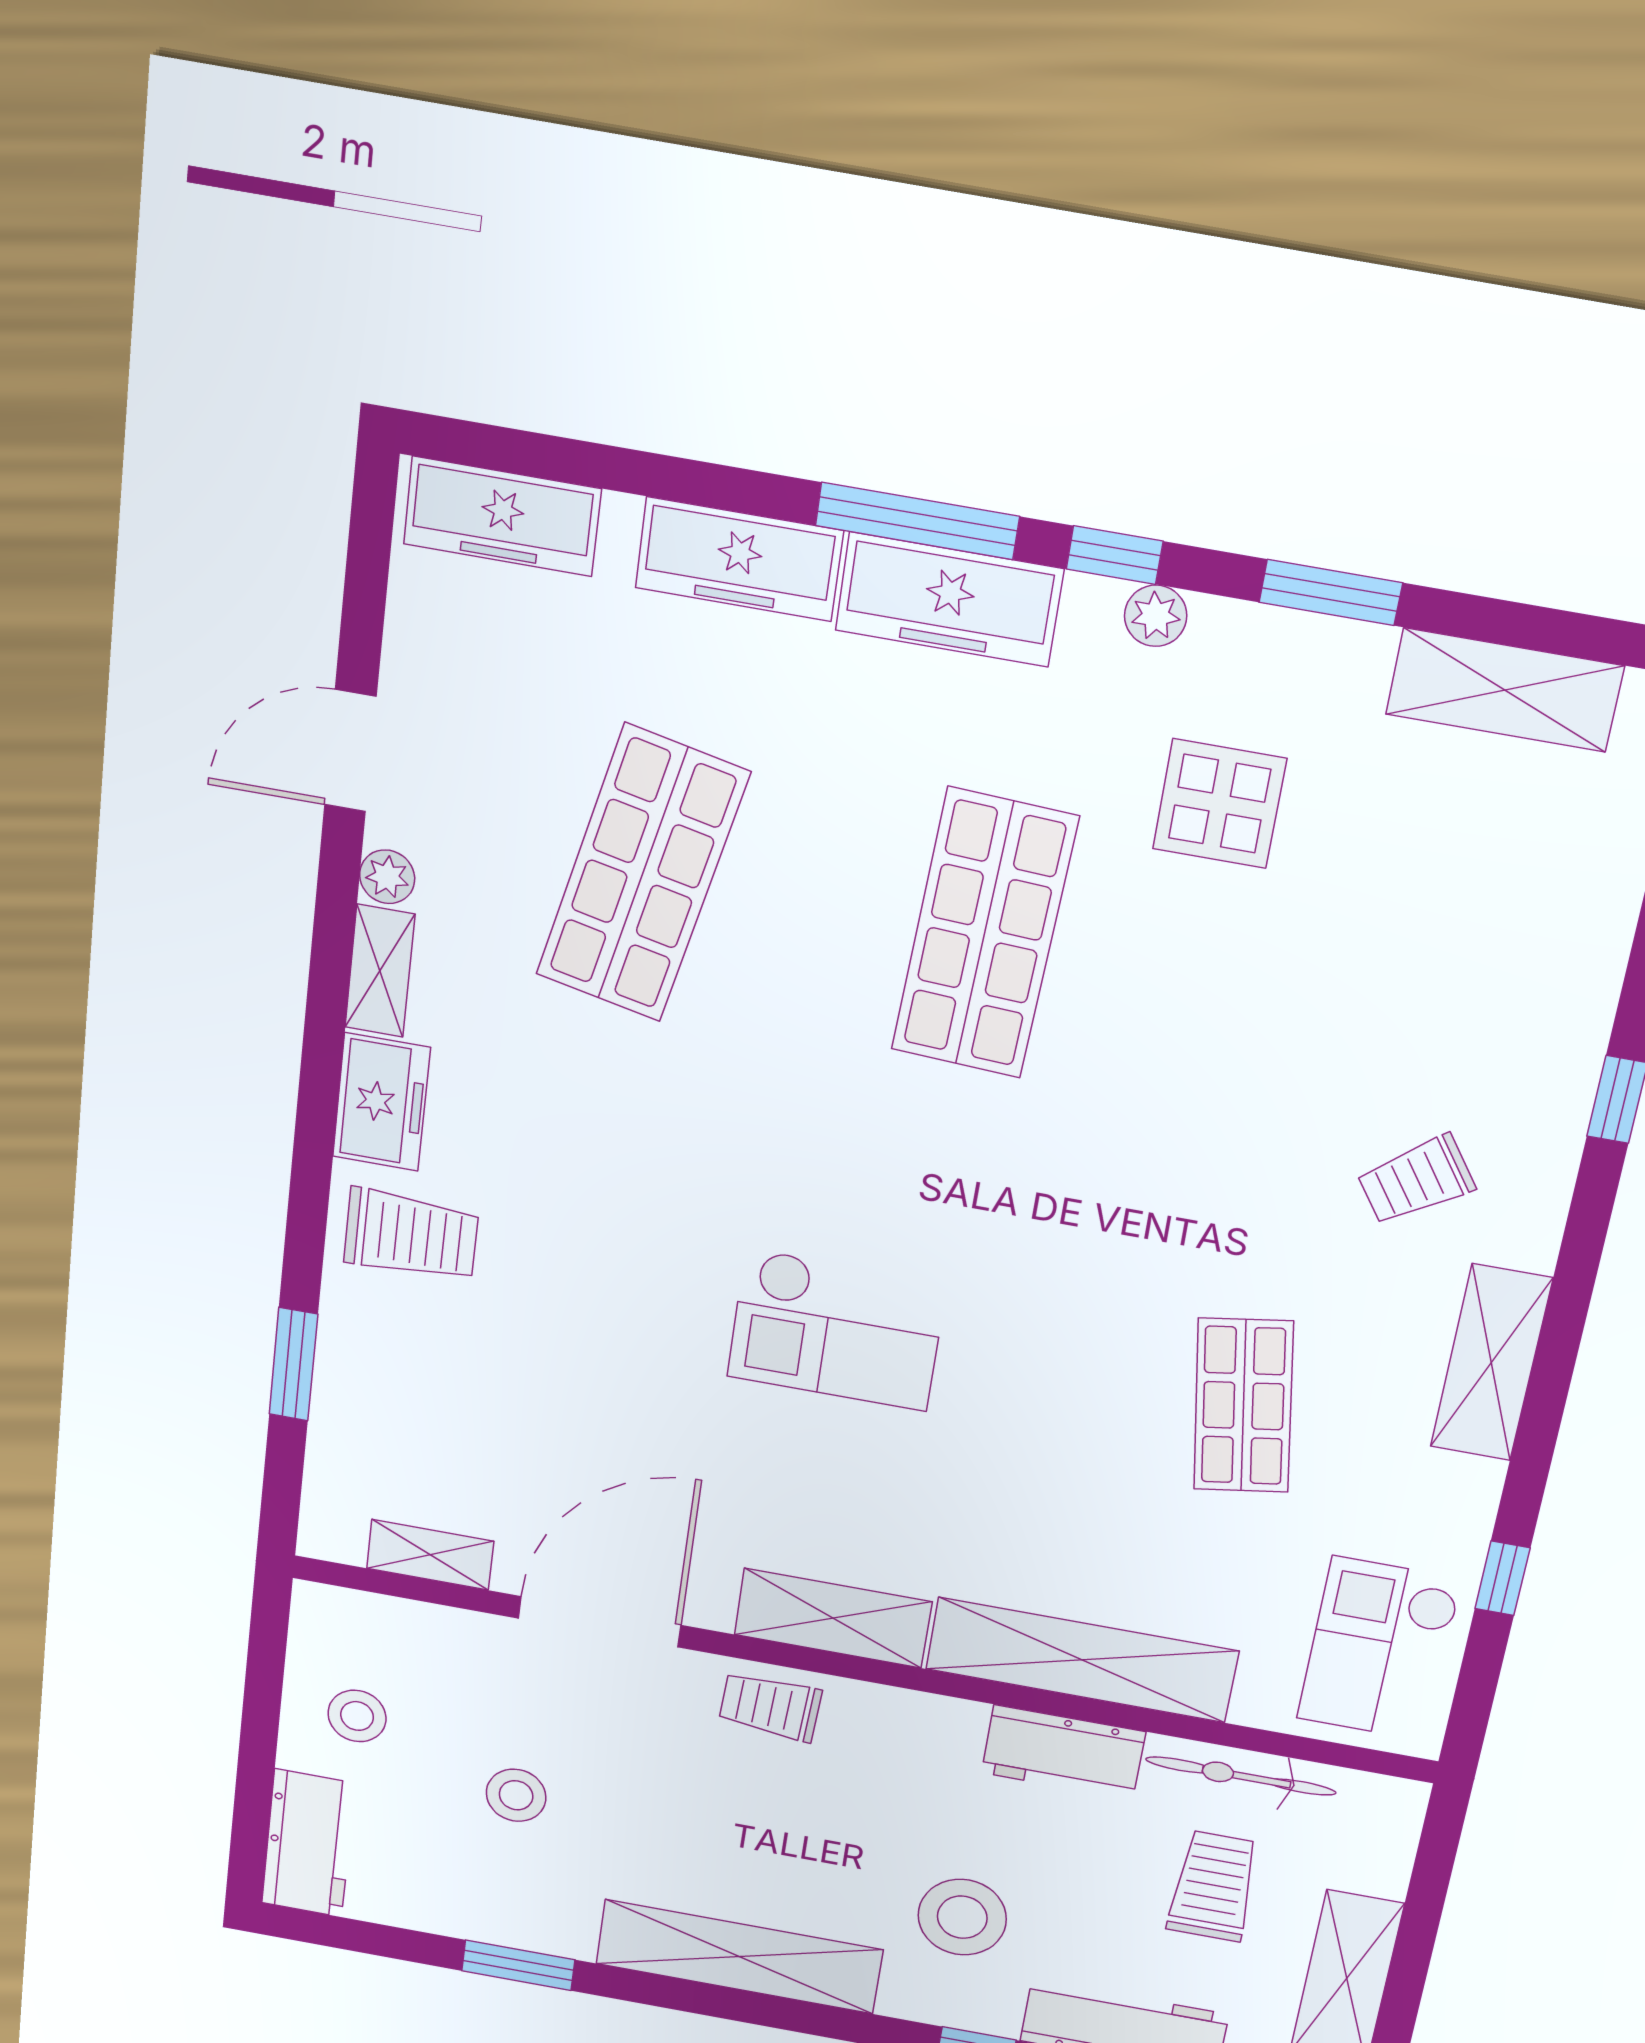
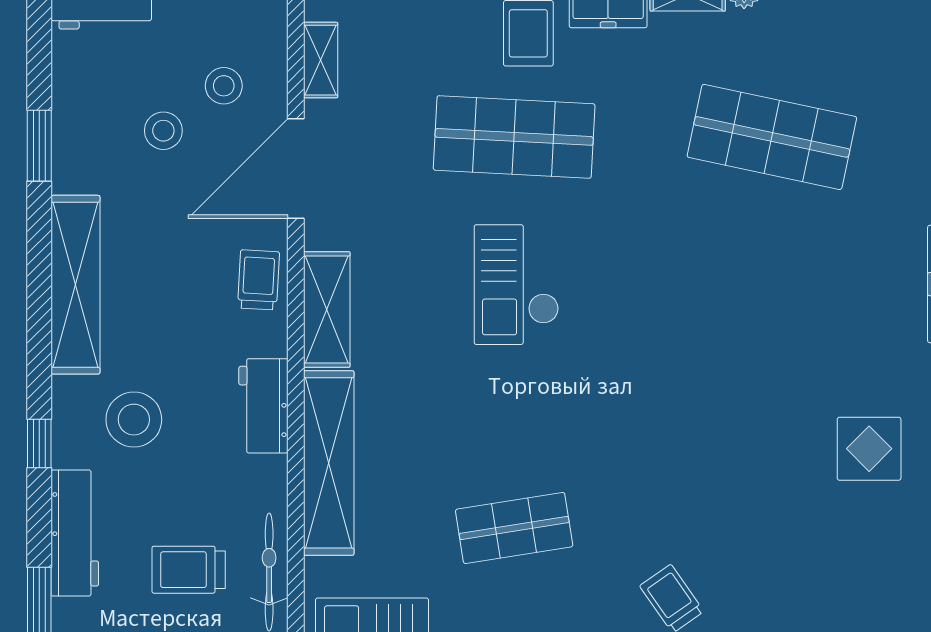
shop shelf: (984, 934) -> (514, 137), moved
door: (600, 1622) -> (296, 168), swing flipped
stool: (357, 1716) -> (224, 86), moved
workbench: (1063, 1752) -> (263, 406), moved
trolley: (1213, 1886) -> (189, 570), turned 180

